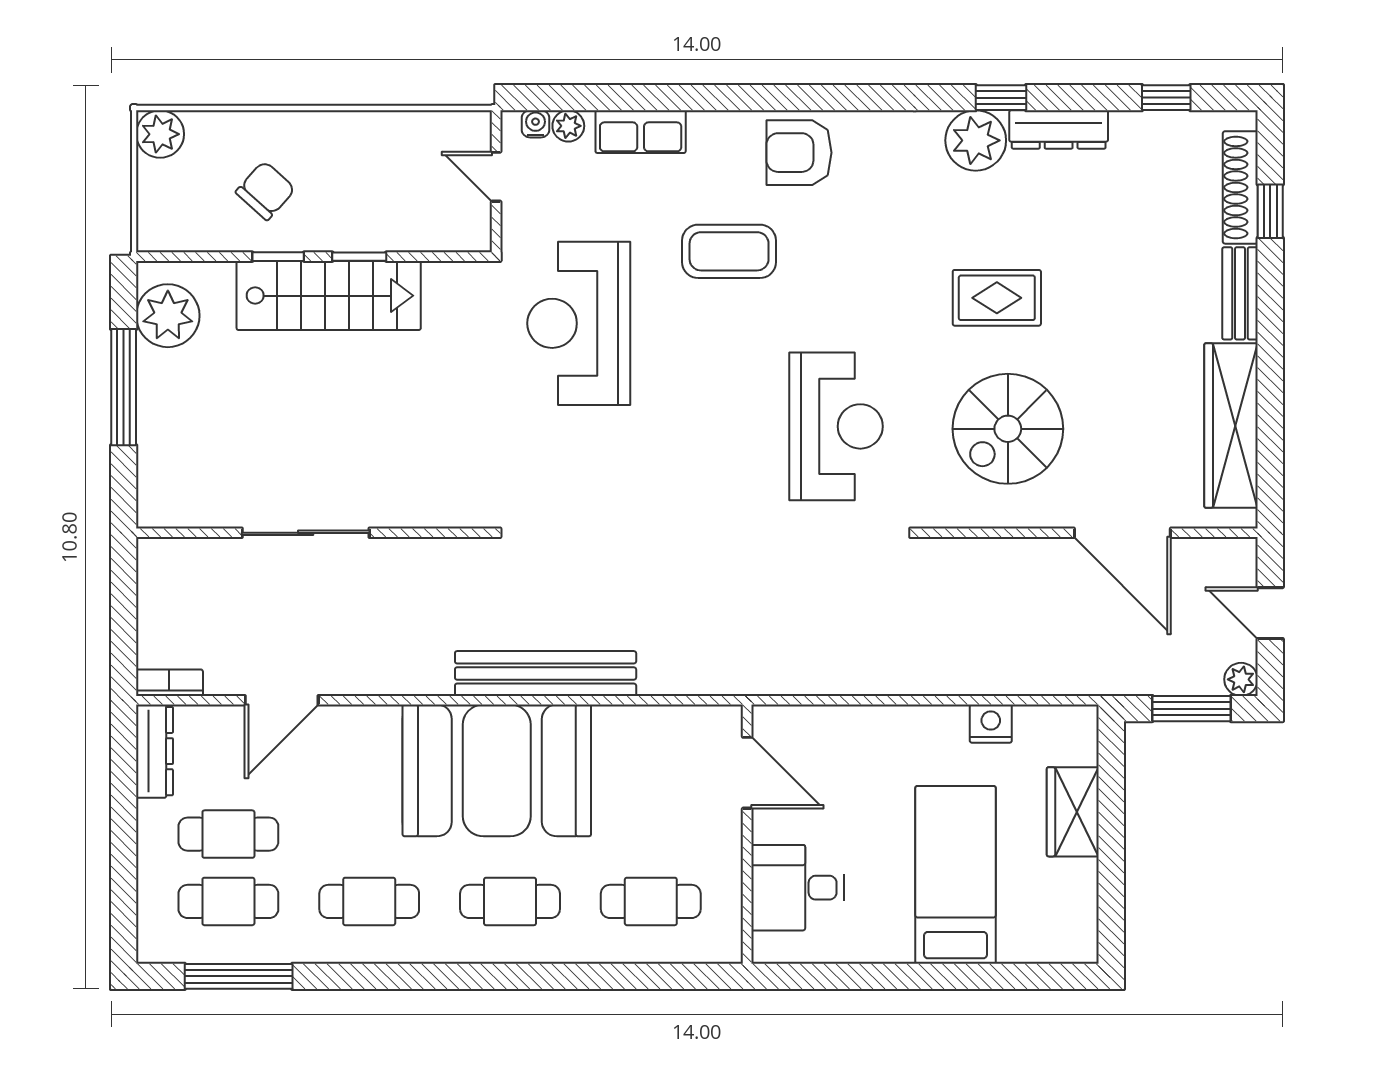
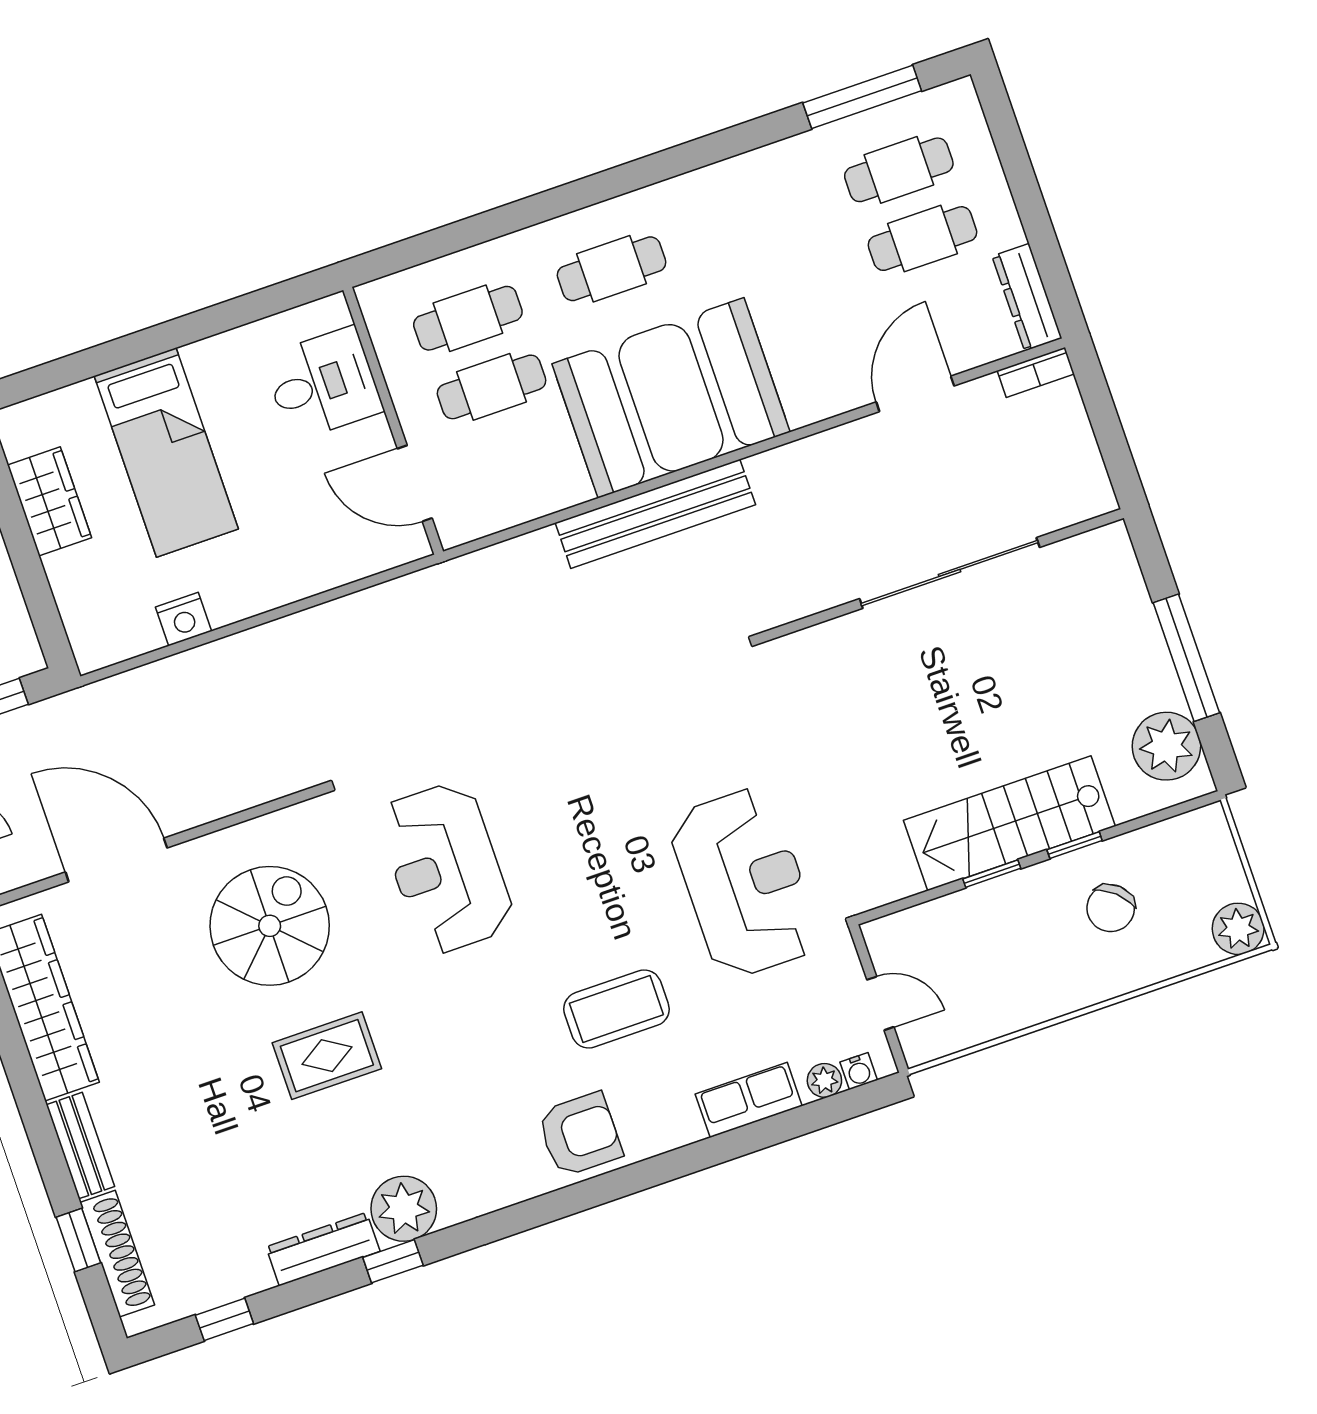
sliding door: (306, 533) -> (950, 573), width x1.36
wardrobe: (1073, 812) -> (49, 501), moved
cafe table: (369, 901) -> (492, 387), moved

